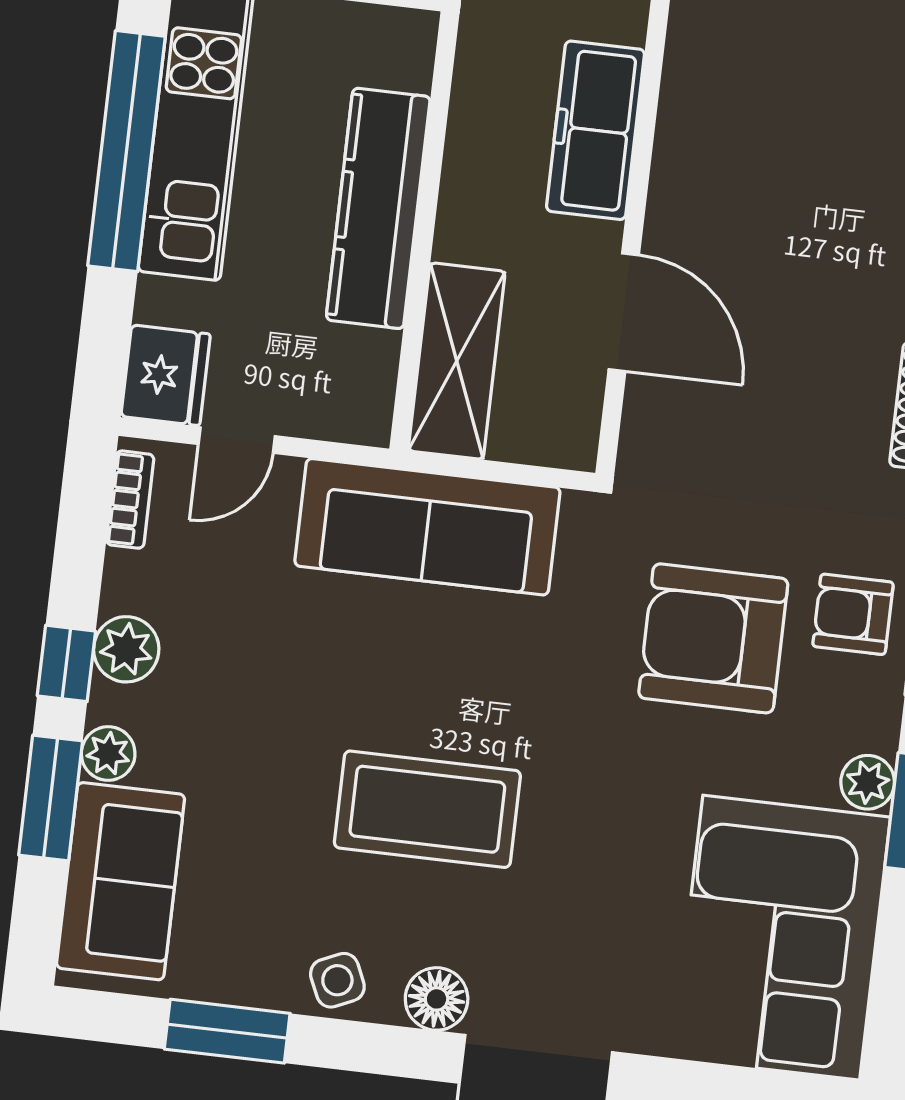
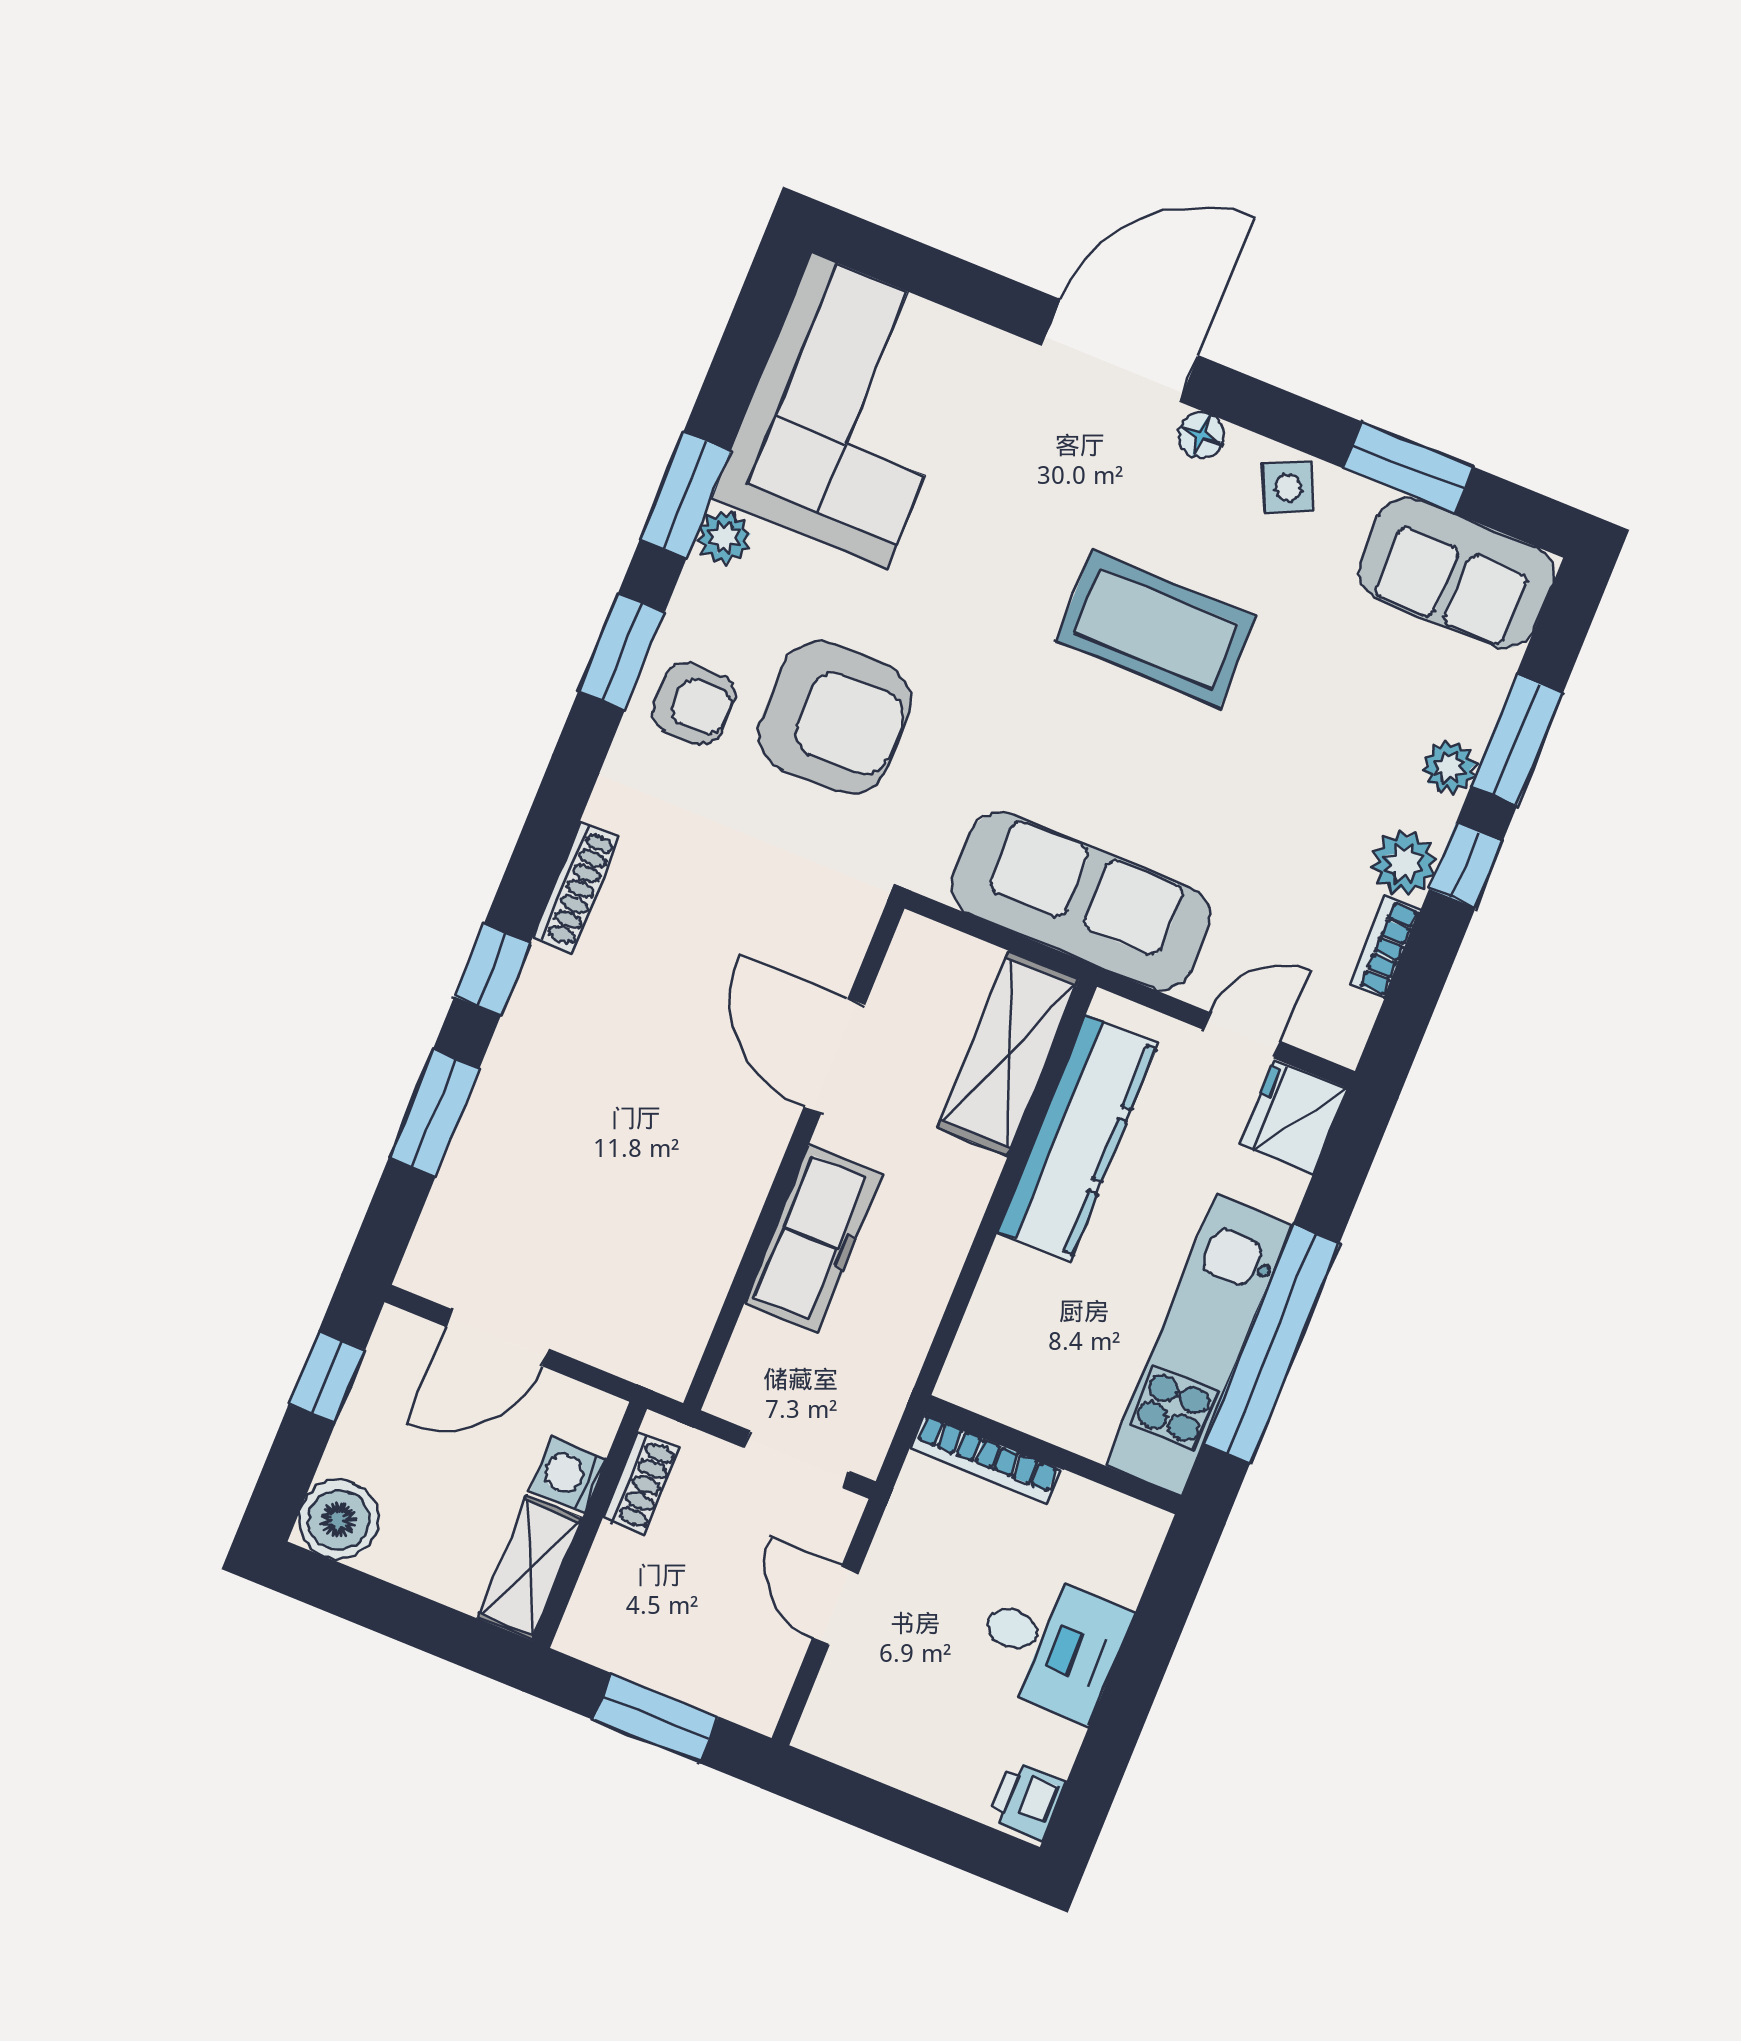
kitchen counter: (378, 208) -> (1078, 1138), moved
bookcase: (130, 500) -> (1385, 947), moved
sofa: (121, 881) -> (1456, 573), moved, turned -90
floor lamp: (437, 999) -> (1201, 435), width x0.73, depth x0.73

